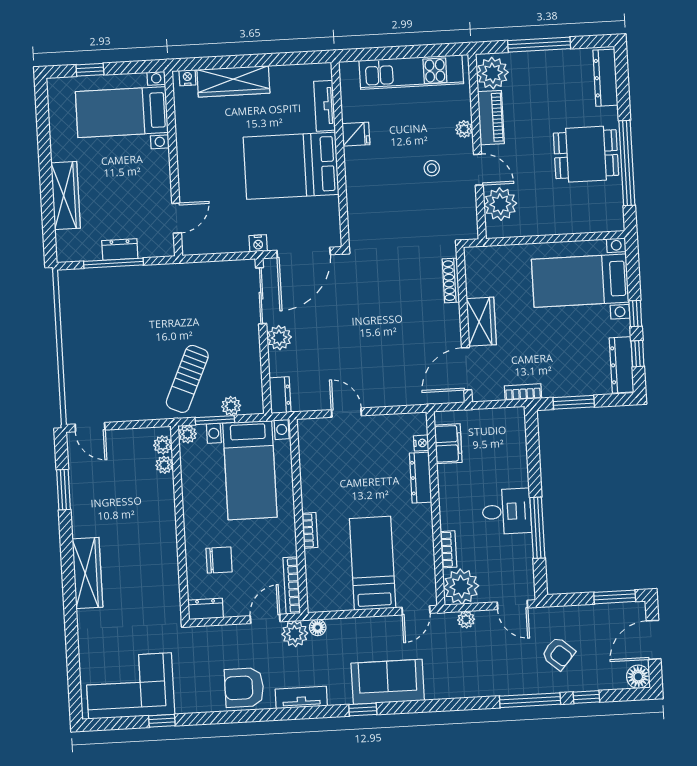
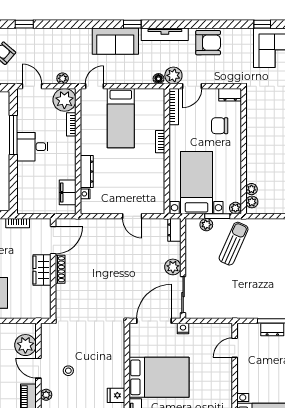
shoe rack: (451, 281) -> (60, 269), moved
tv unit: (301, 697) -> (165, 34), width x1.41
window: (530, 700) -> (24, 24), width x0.46

